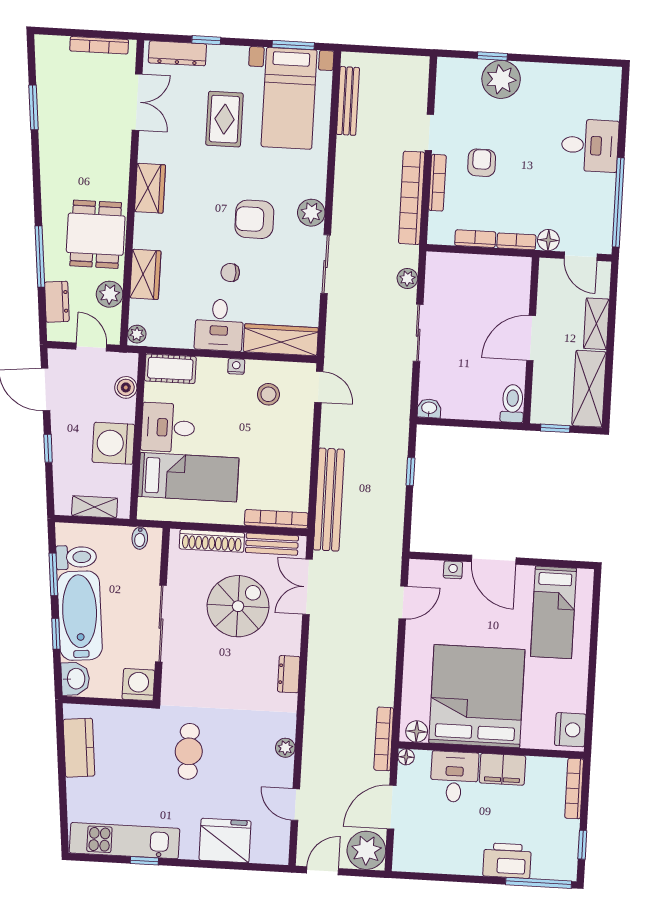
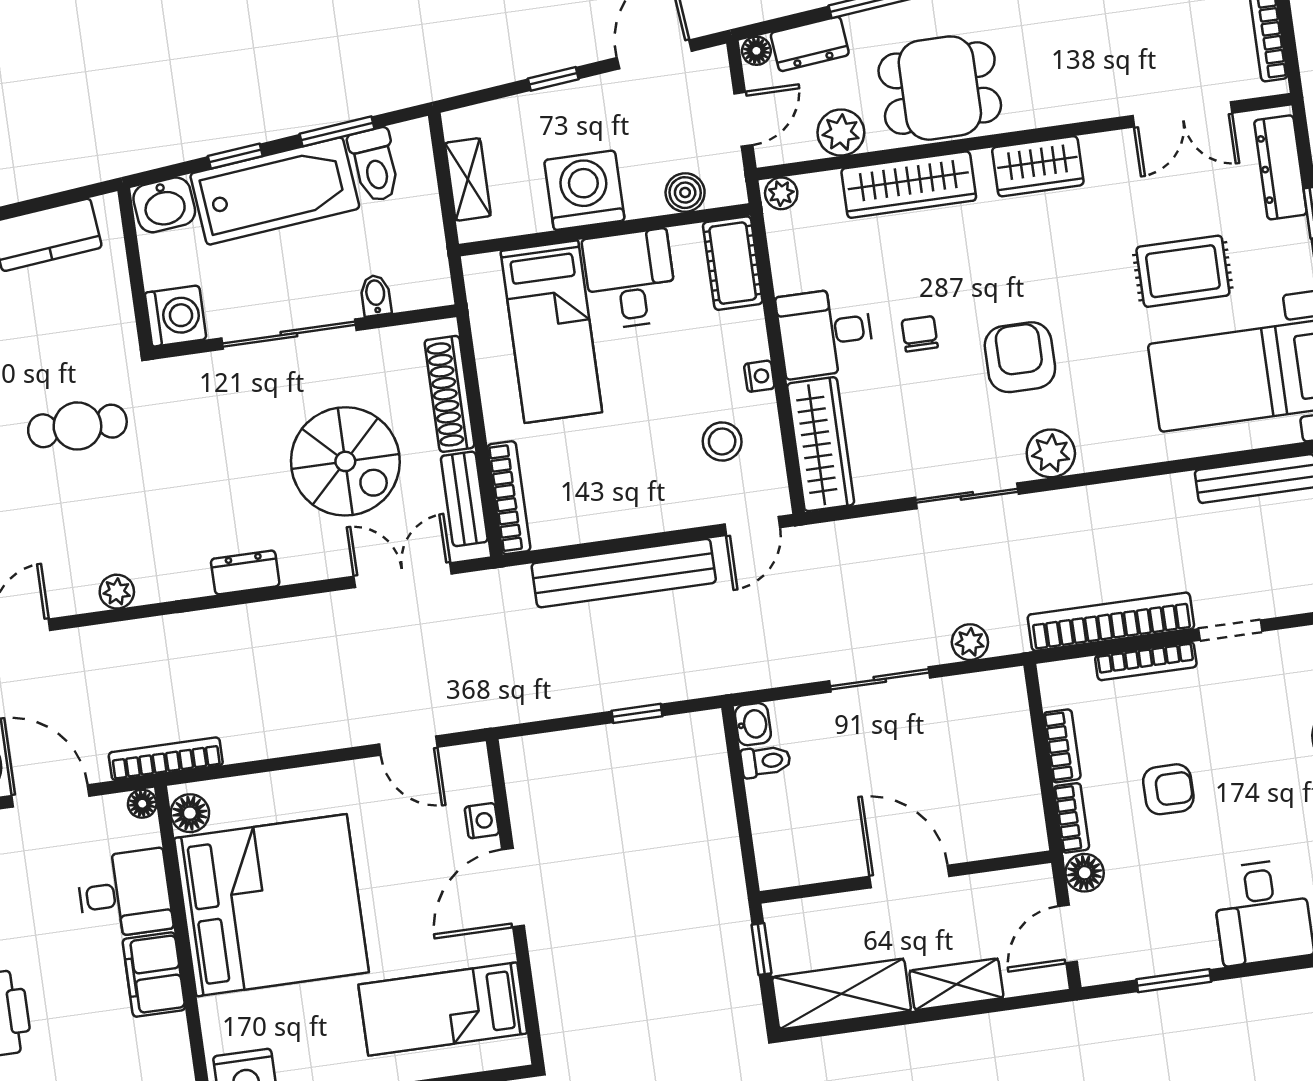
armchair: (482, 163) -> (1168, 789), moved
window: (618, 202) -> (1174, 981), width x0.47
wardrobe: (145, 274) -> (909, 185), width x1.50
floor lamp: (55, 332) -> (756, 51), added
toilet: (512, 403) -> (766, 761), moved, width x0.73, depth x0.72
bench: (329, 500) -> (624, 573), moved
bidet: (140, 538) -> (376, 295), moved, turned 90

